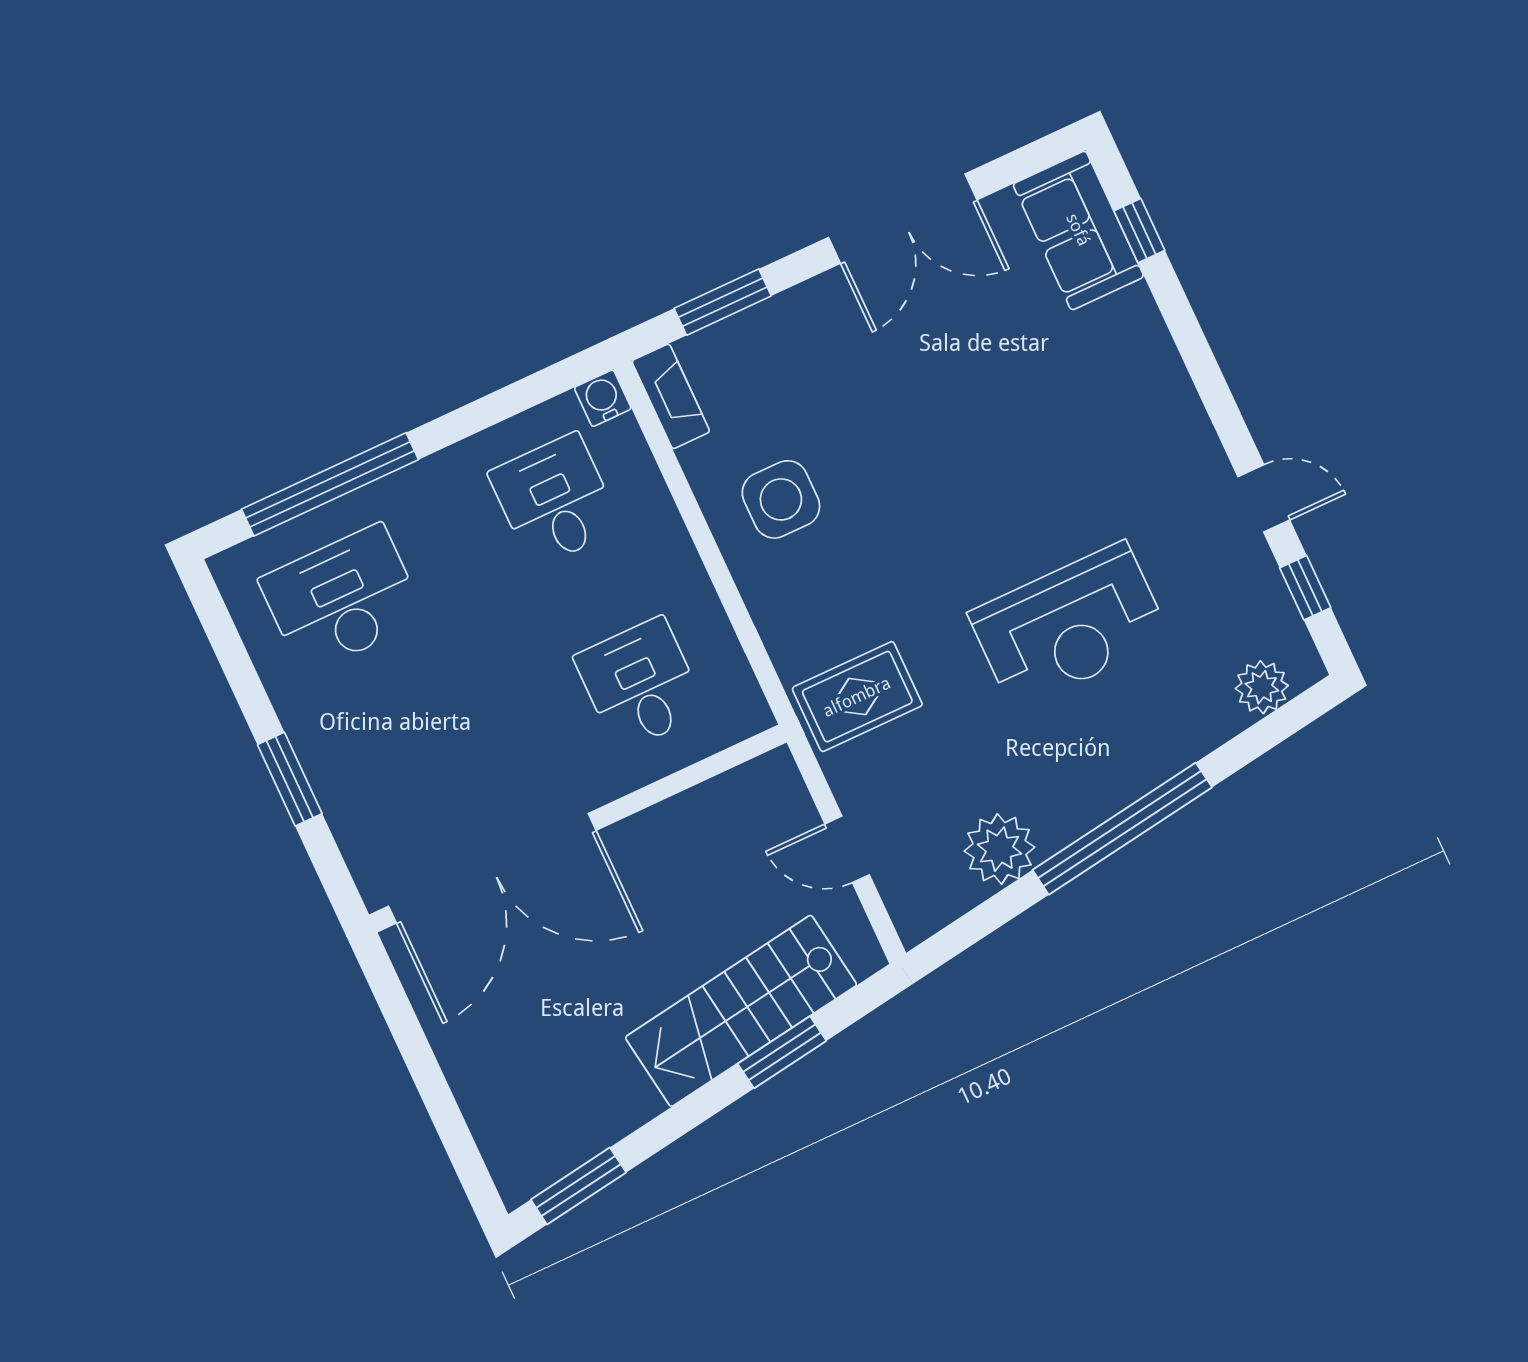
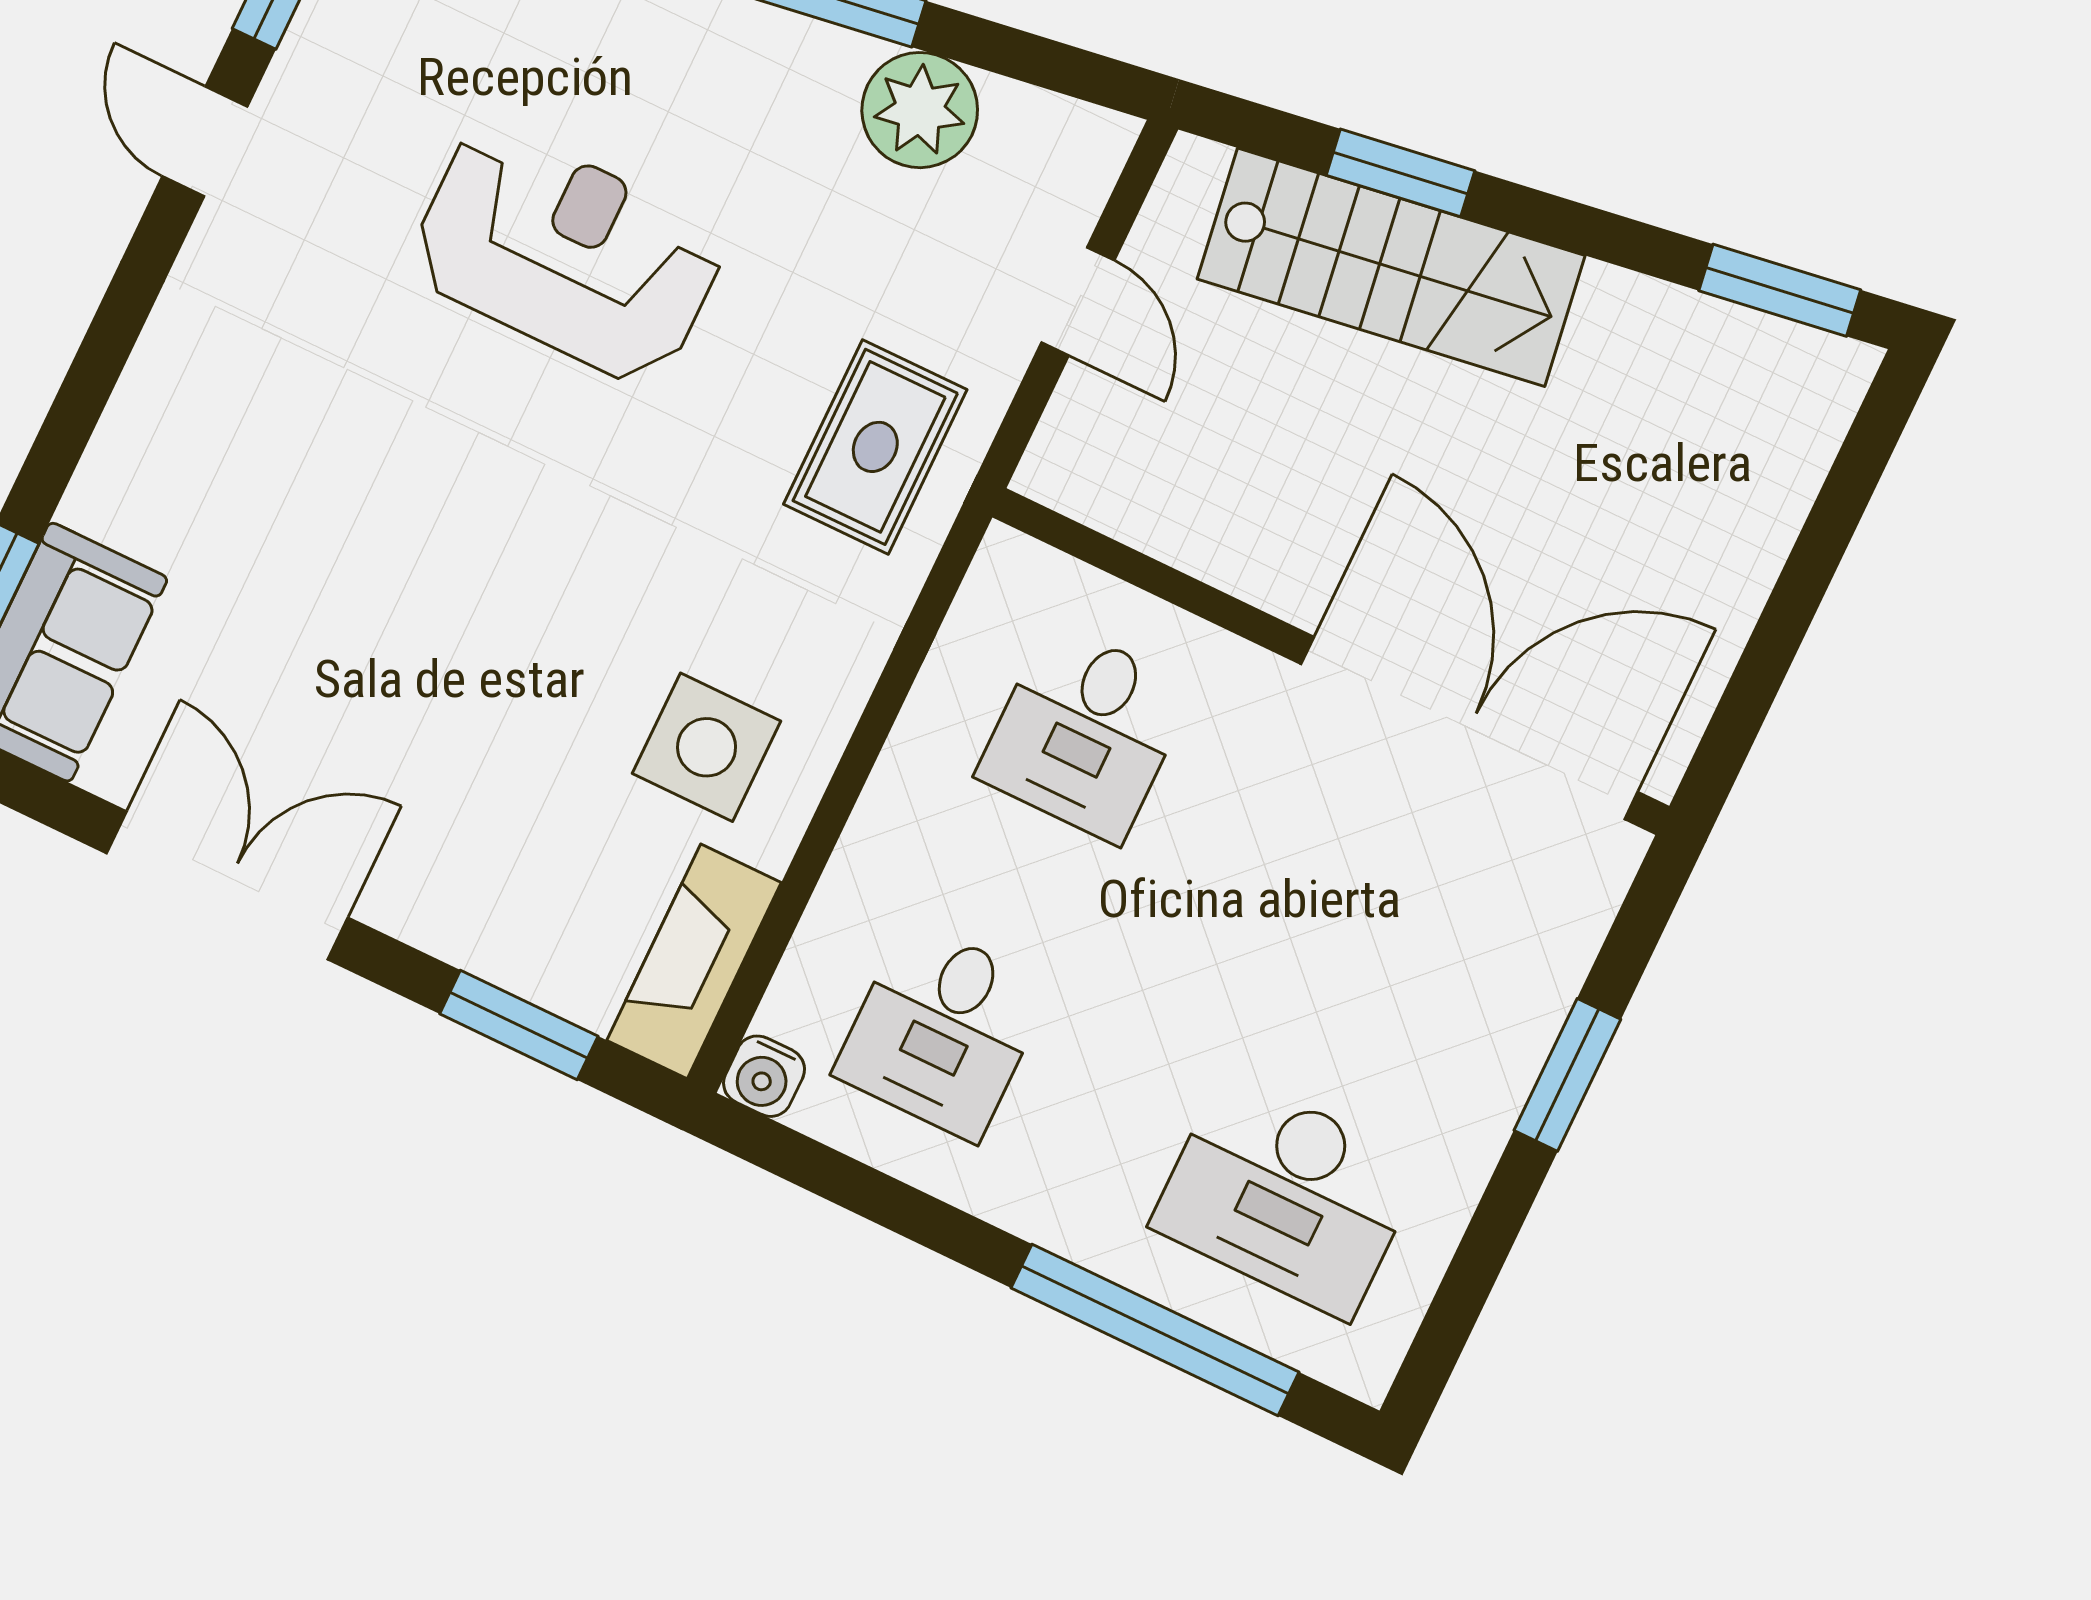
fireplace: (671, 396) -> (694, 961), width x1.37, depth x1.32
rug: (857, 697) -> (875, 447), turned 90

